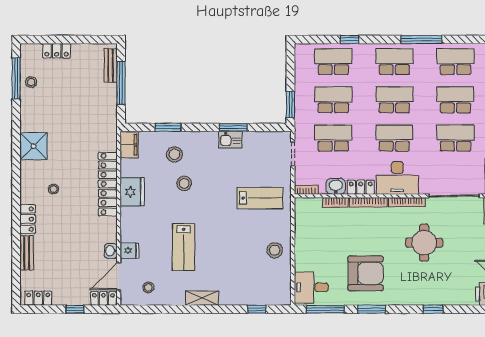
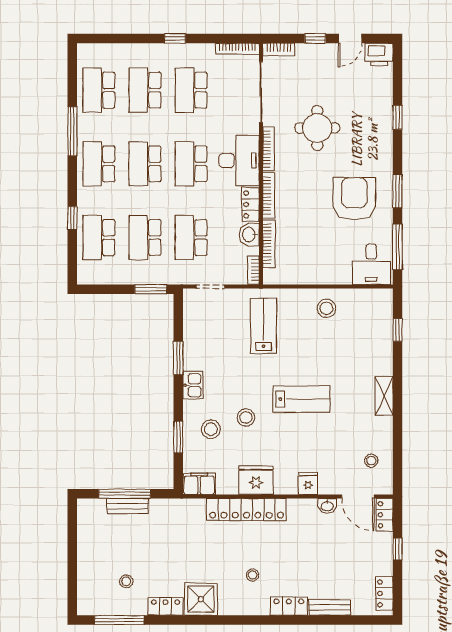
locker: (57, 51) -> (166, 607), moved, turned -90
bench: (111, 65) -> (127, 506), moved
stool: (31, 82) -> (126, 581), moved
kitchen sink: (230, 140) -> (193, 385), moved
bookcase: (335, 203) -> (269, 244), width x1.56
lab bench: (184, 247) -> (301, 399), moved
fridge: (129, 251) -> (308, 483), moved

